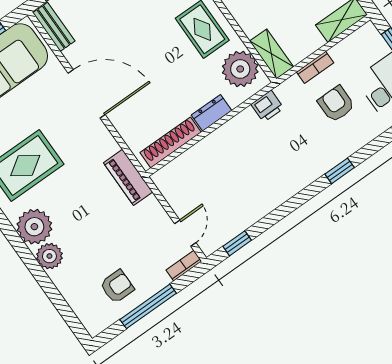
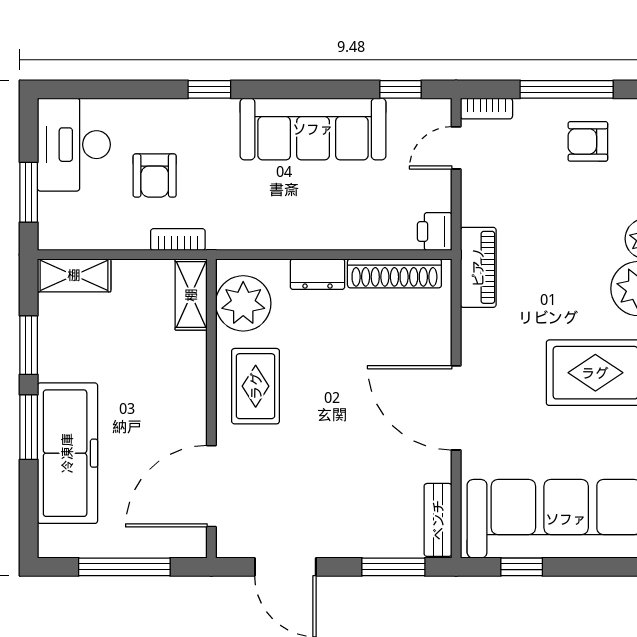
bookcase: (315, 67) -> (178, 240), moved
printer: (267, 106) -> (435, 231), moved, turned -90
sofa: (269, 189) -> (313, 129), added

